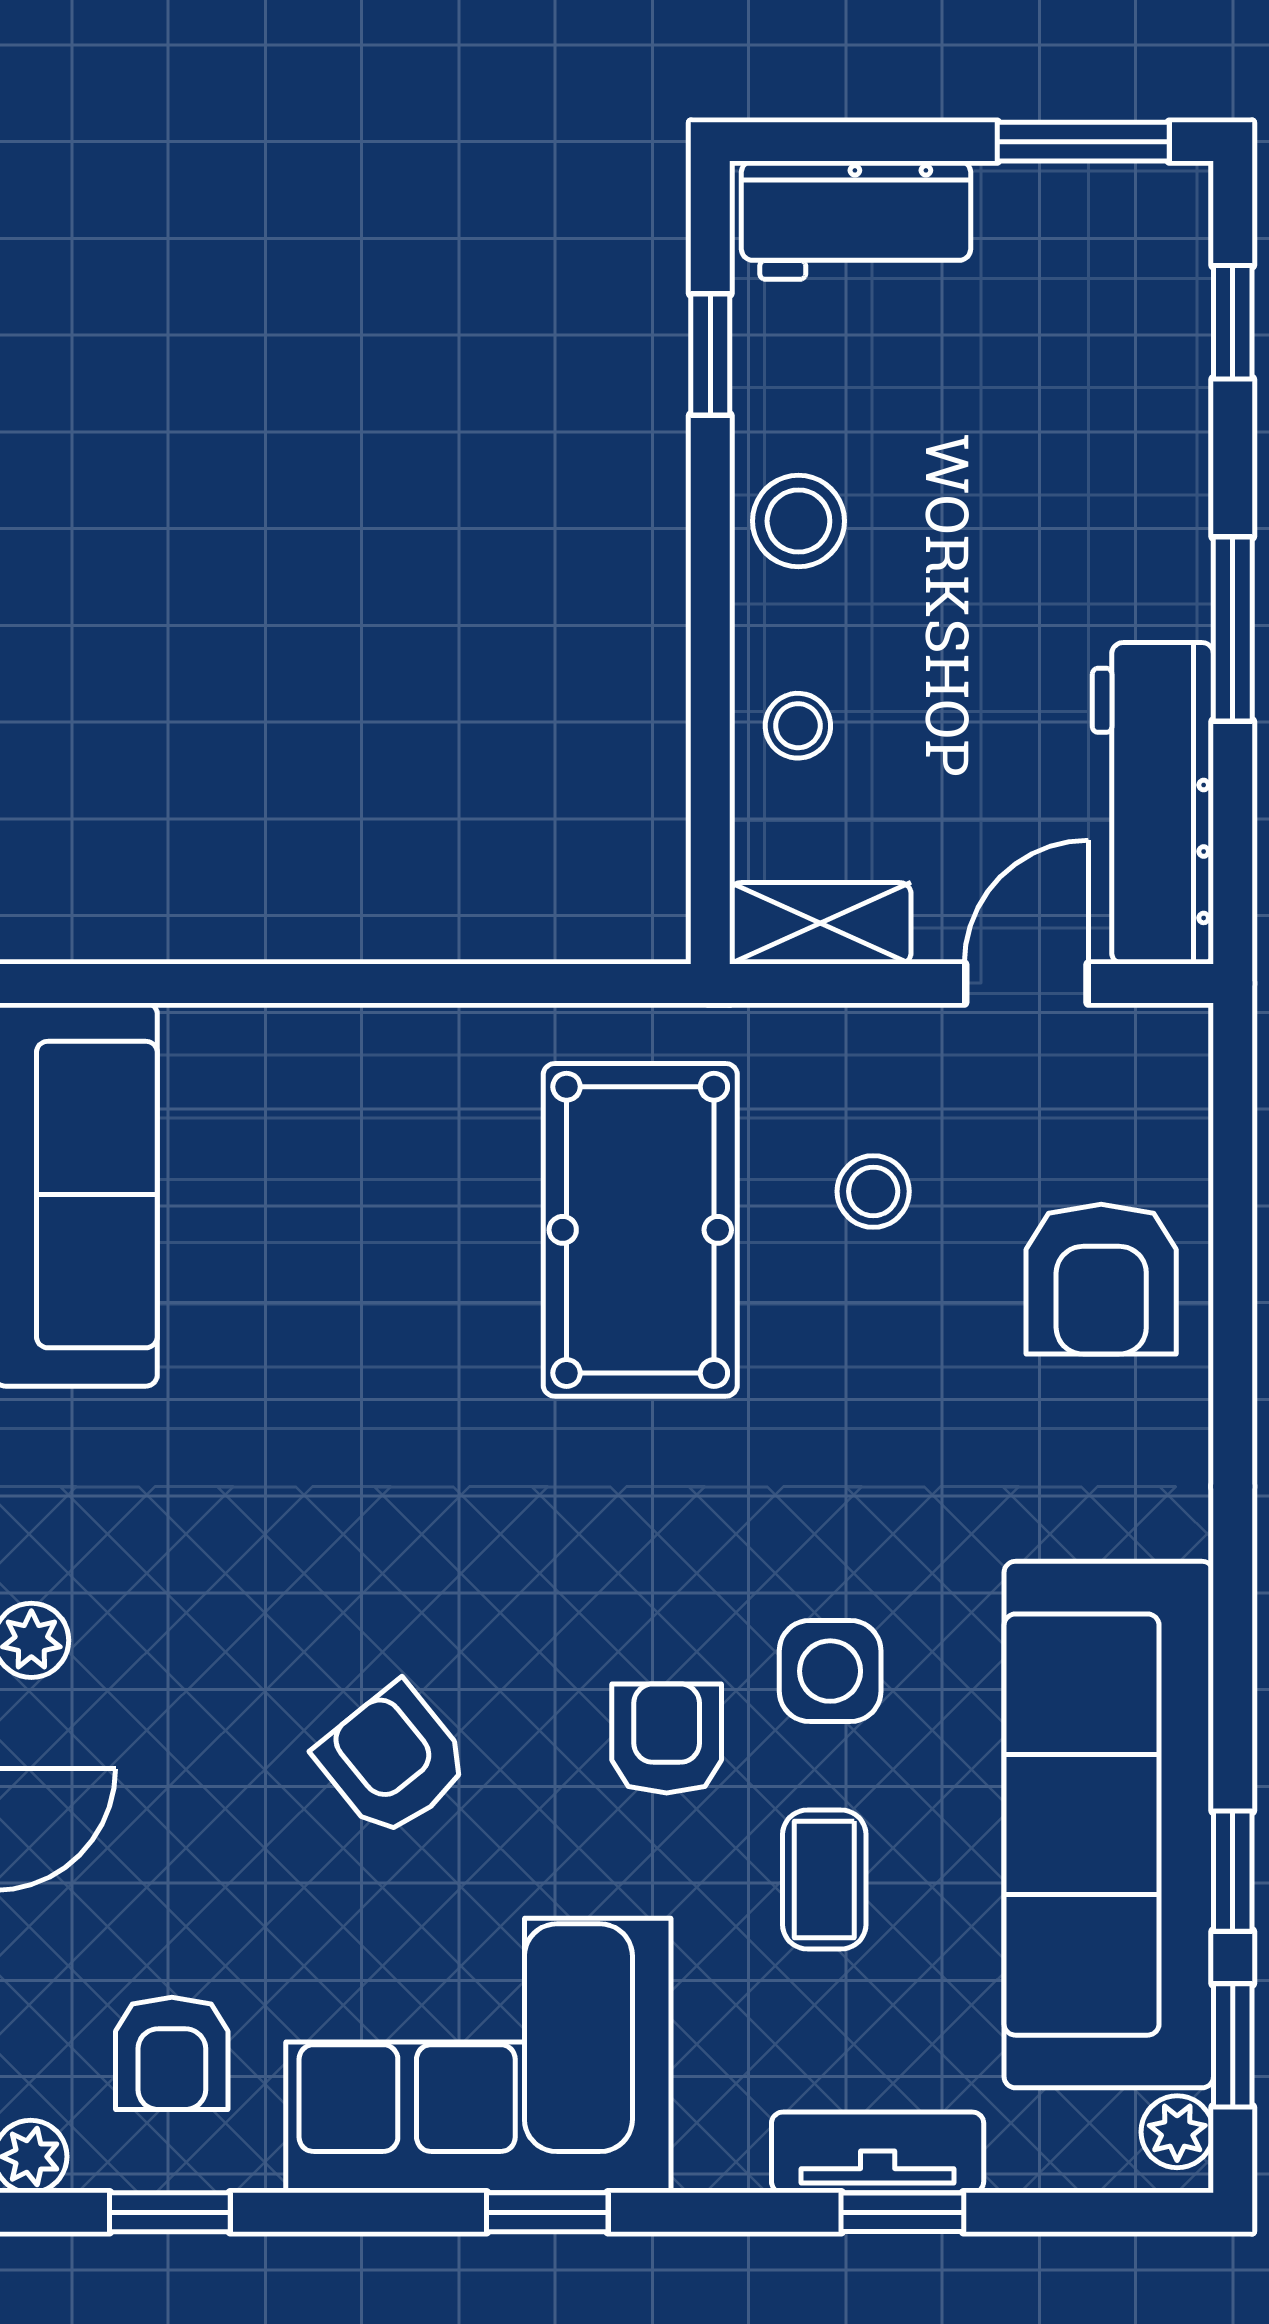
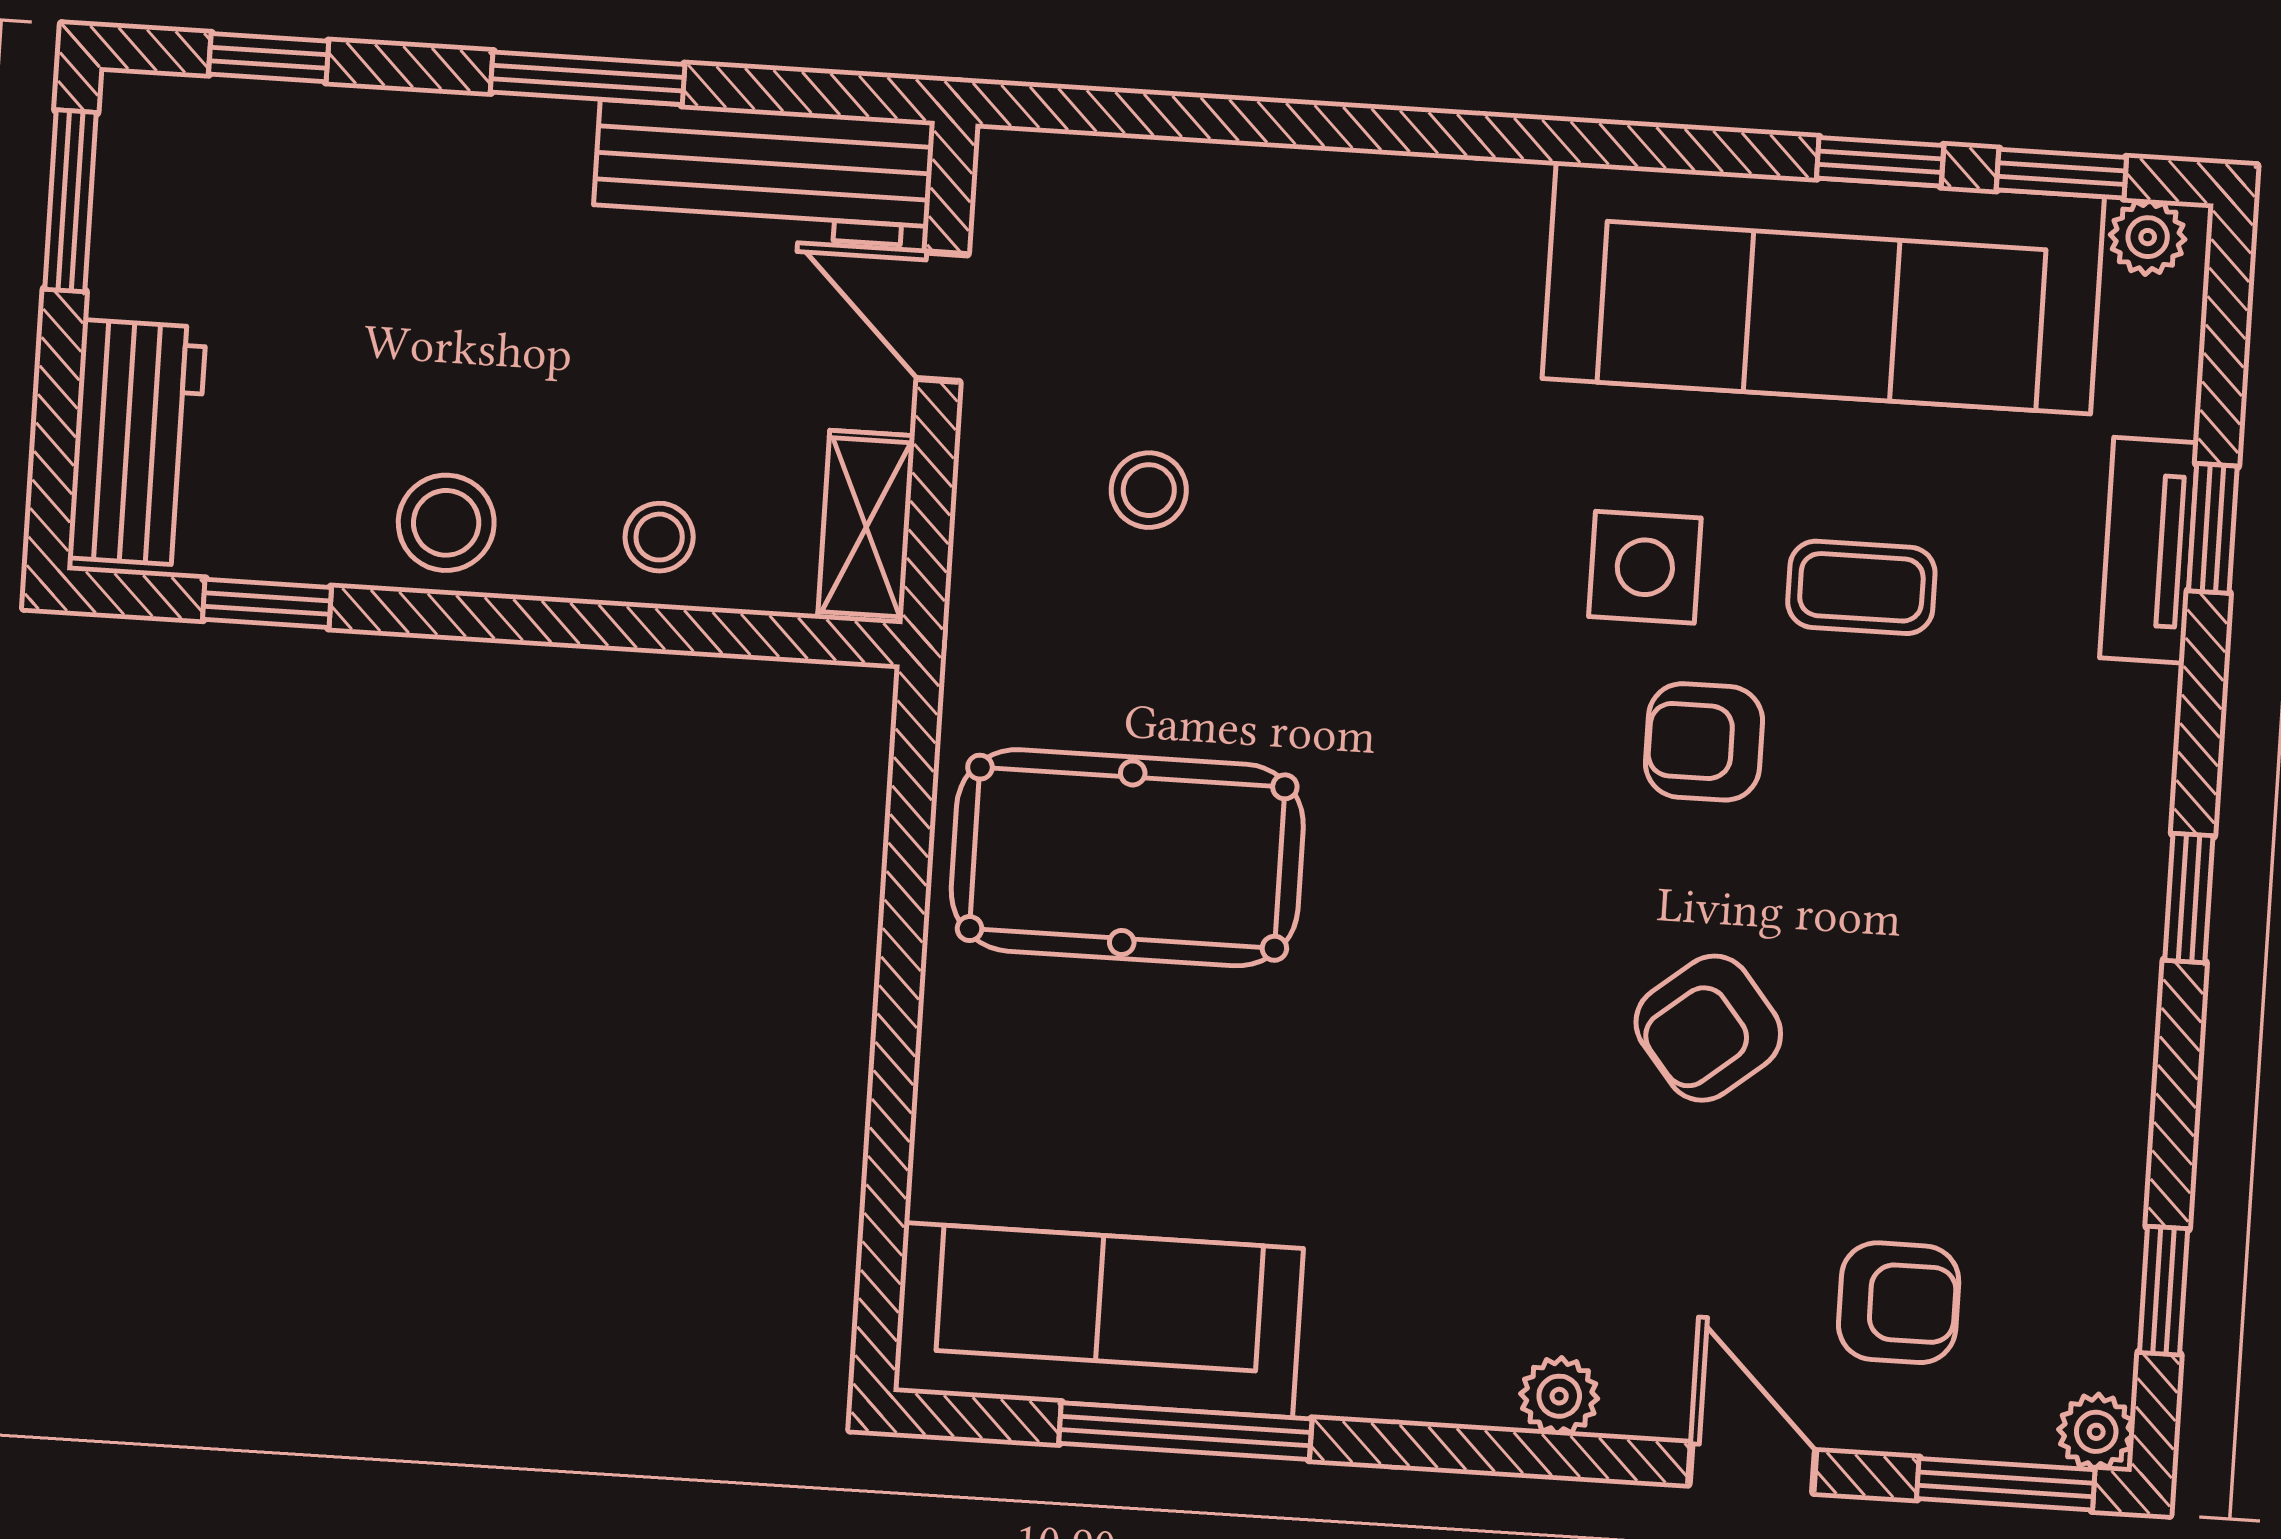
pool table: (640, 1230) -> (1127, 858), moved
armchair: (1101, 1279) -> (1255, 259), removed
armchair: (172, 2053) -> (1899, 1303), moved
corner sofa: (478, 2056) -> (2021, 959), removed

